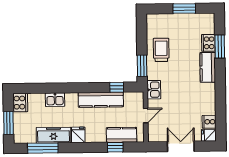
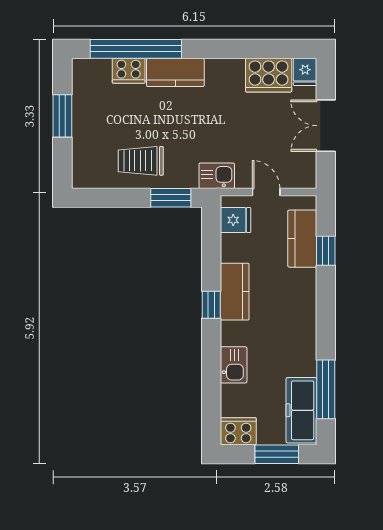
window: (220, 46) -> (136, 49), width x2.11
window: (117, 87) -> (211, 305), moved
kitchen counter: (101, 100) -> (235, 292), width x0.67
cooker: (209, 122) -> (269, 75), width x1.87, depth x1.31
freezer: (54, 135) -> (301, 410), moved
fridge: (78, 135) -> (236, 220), moved, turned 180

